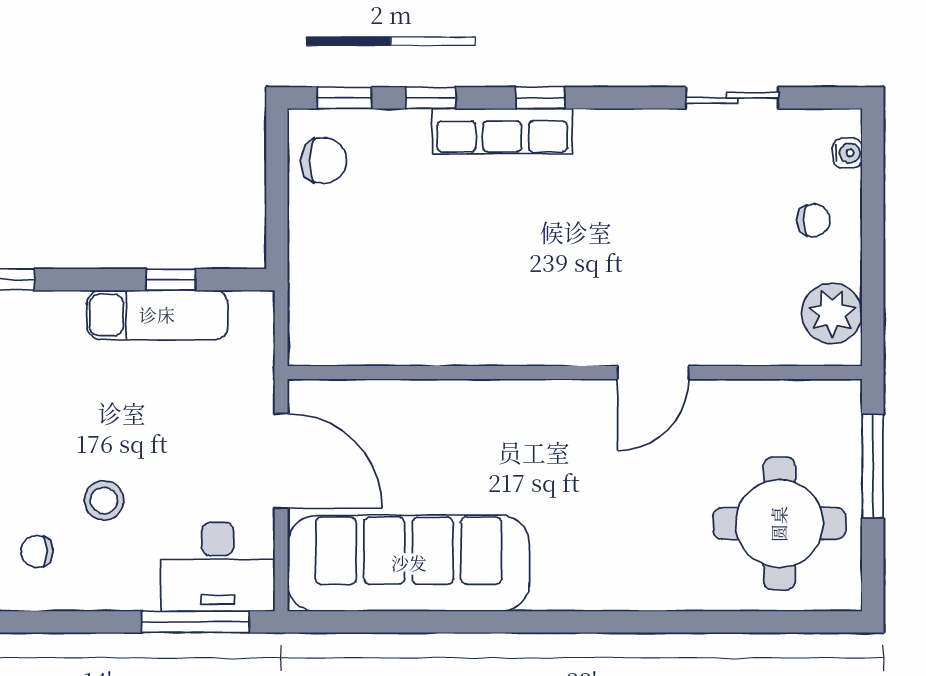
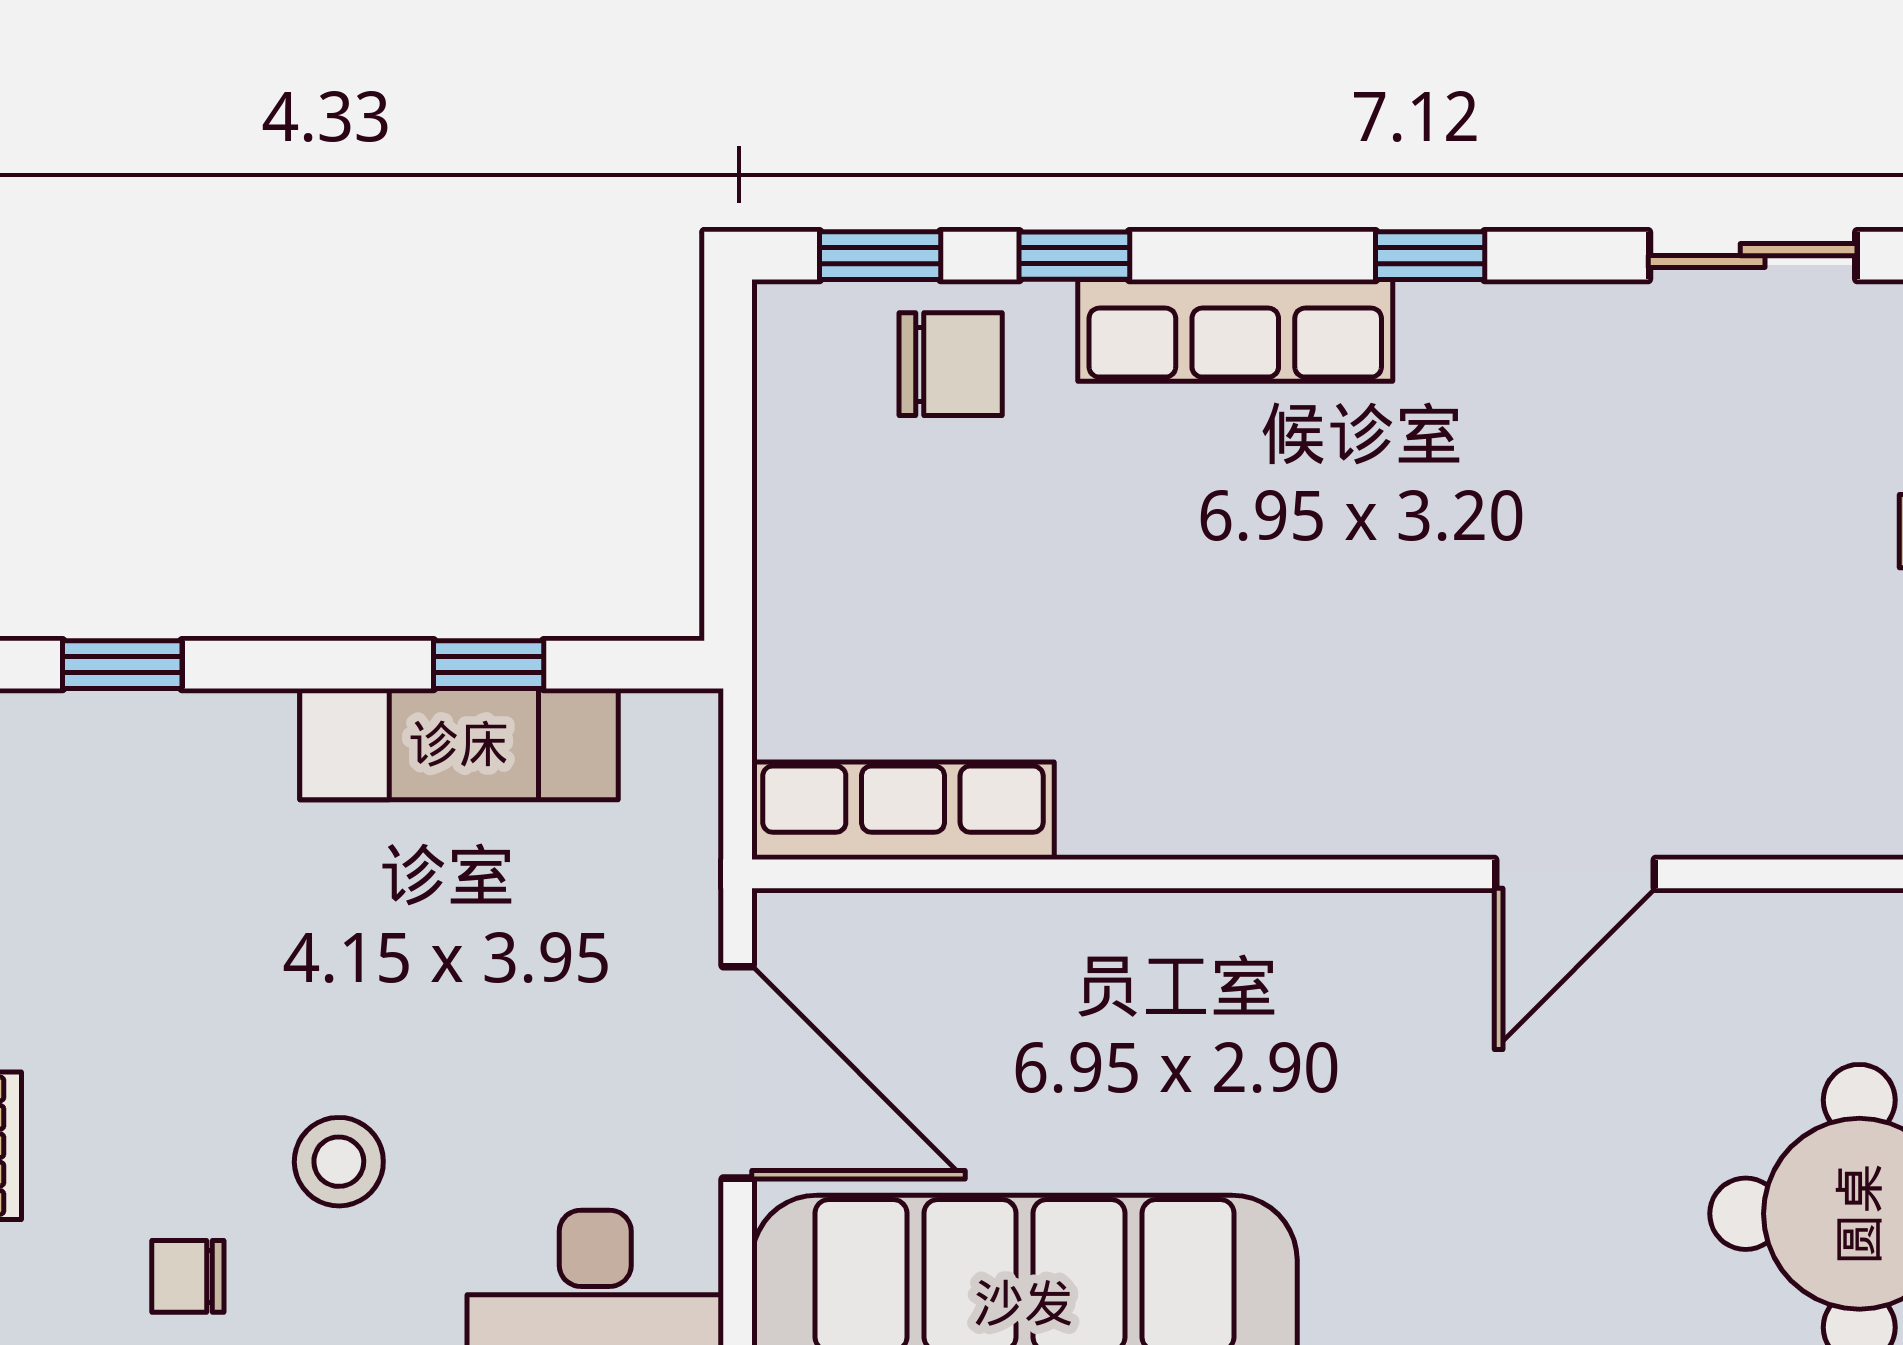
window: (540, 98) -> (1430, 256), moved
chair: (324, 161) -> (951, 364), moved
row of seats: (355, 345) -> (903, 811), added

